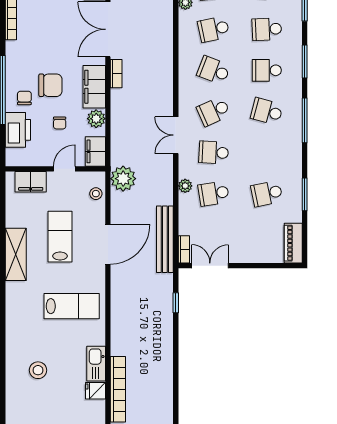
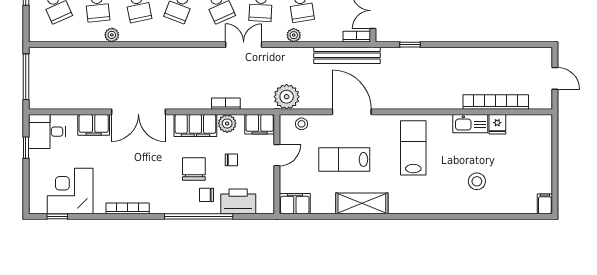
bookcase: (116, 74) -> (226, 104), moved
double door: (176, 135) -> (244, 45), swing flipped
door: (64, 169) -> (277, 155), swing flipped
filing cabinet: (31, 182) -> (295, 204), moved, turned -90

